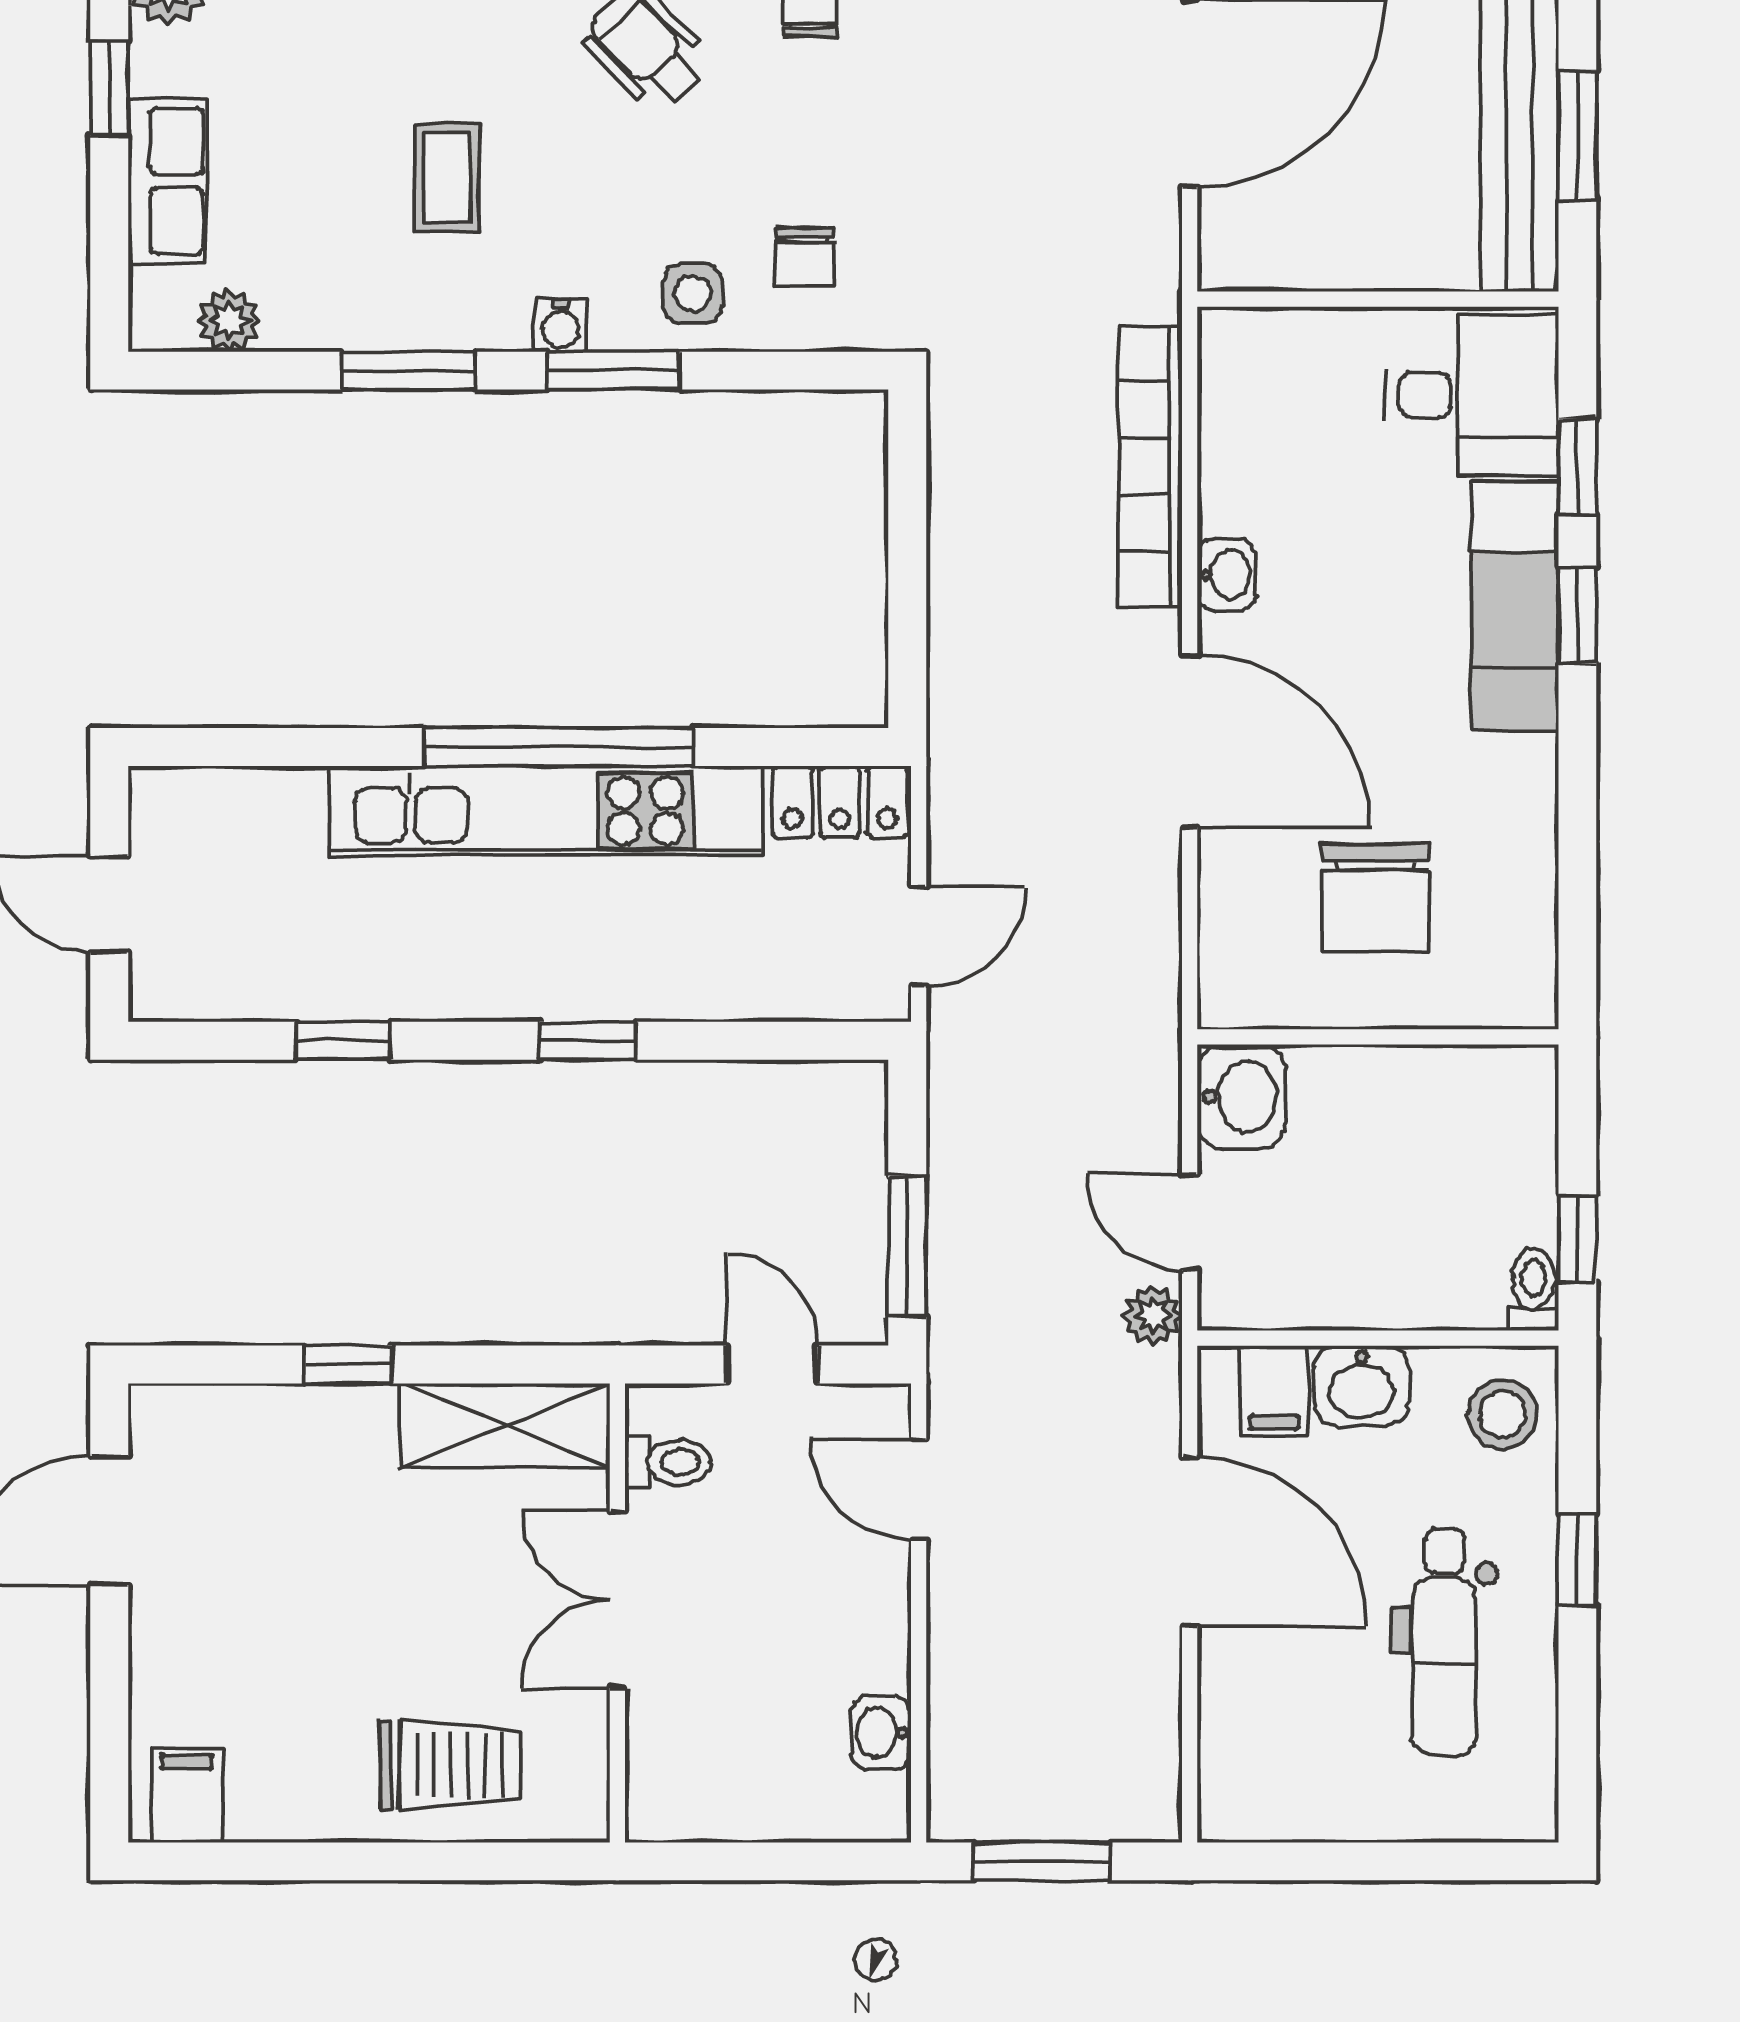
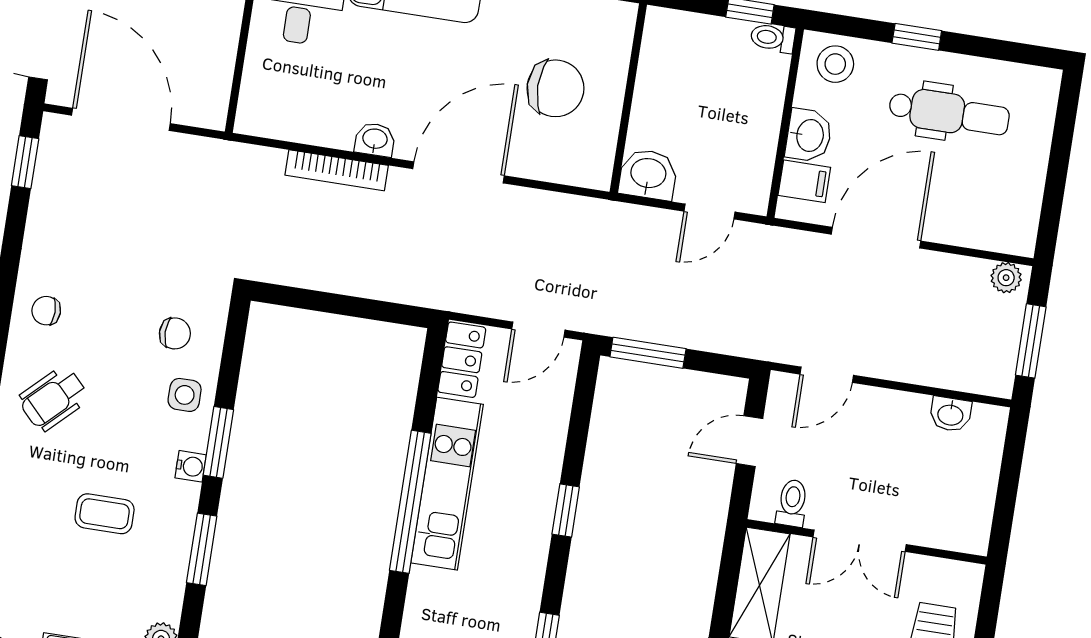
bookcase: (1150, 466) -> (337, 170), width x0.68, depth x0.76
kitchen unit: (546, 811) -> (447, 484), width x0.73
door: (919, 937) -> (538, 330), swing flipped
window: (907, 1246) -> (648, 353), moved
plant: (1153, 1316) -> (1006, 278), moved

